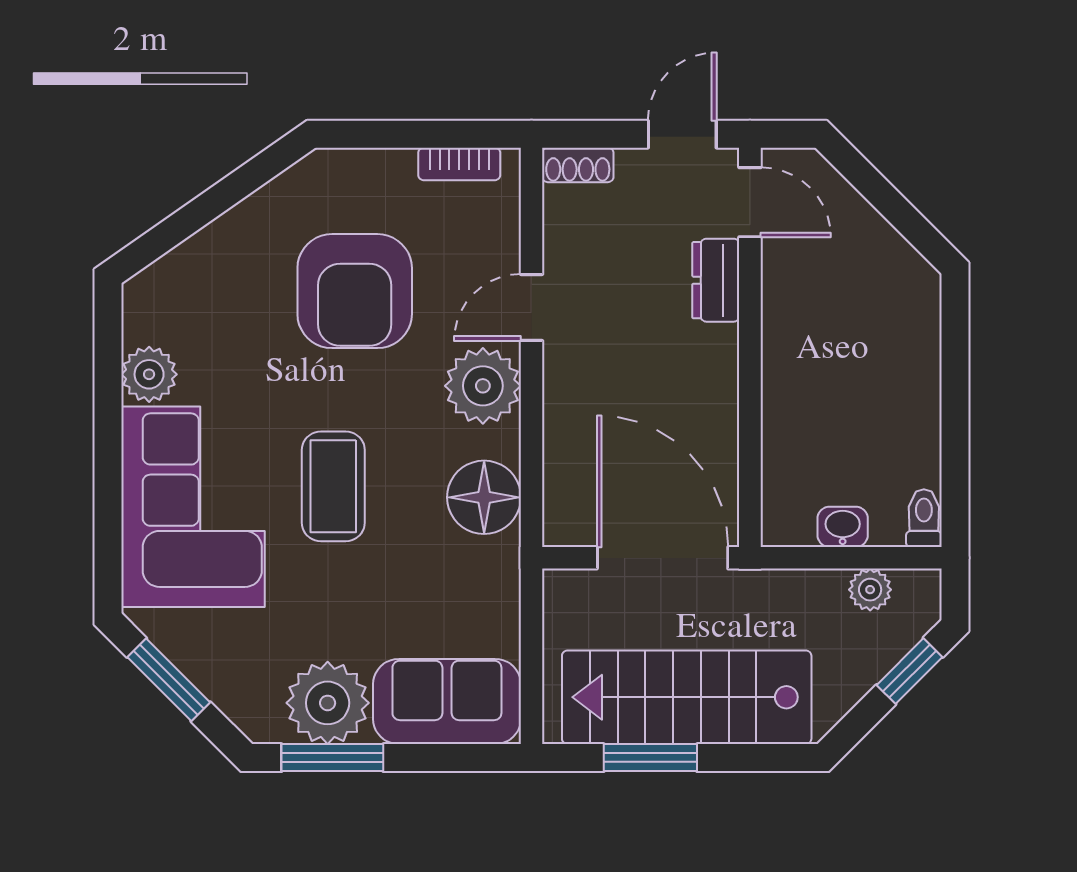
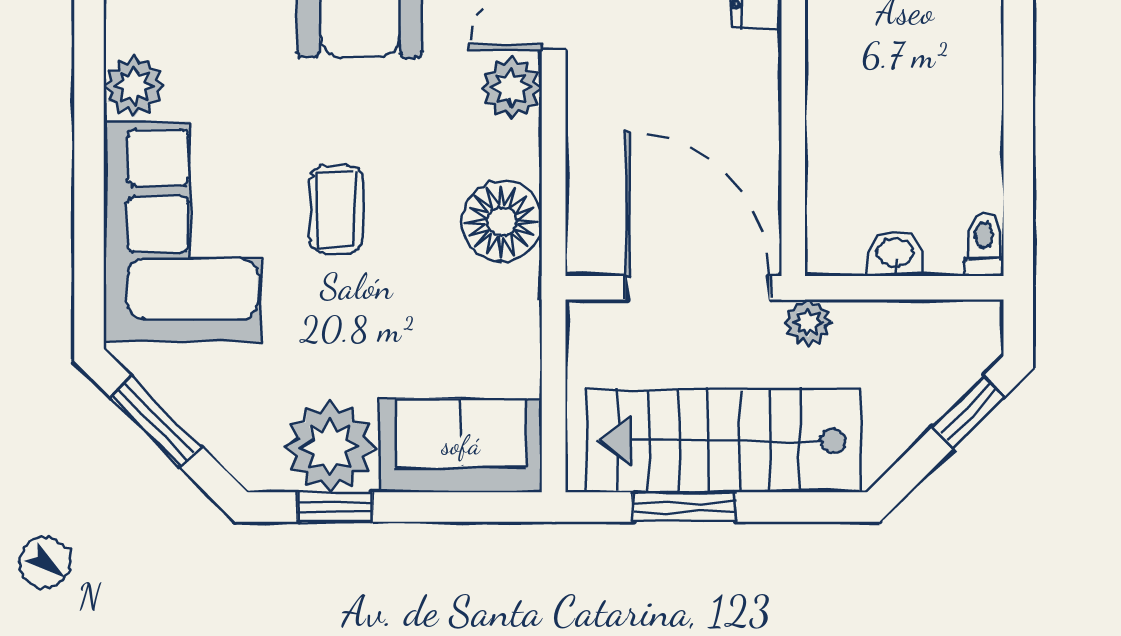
plant: (483, 386) -> (511, 88), width x0.73, depth x0.73
coffee table: (333, 486) -> (336, 209), width x0.73, depth x0.77
plant: (870, 590) -> (808, 323), moved
window: (332, 758) -> (335, 507), width x0.67

